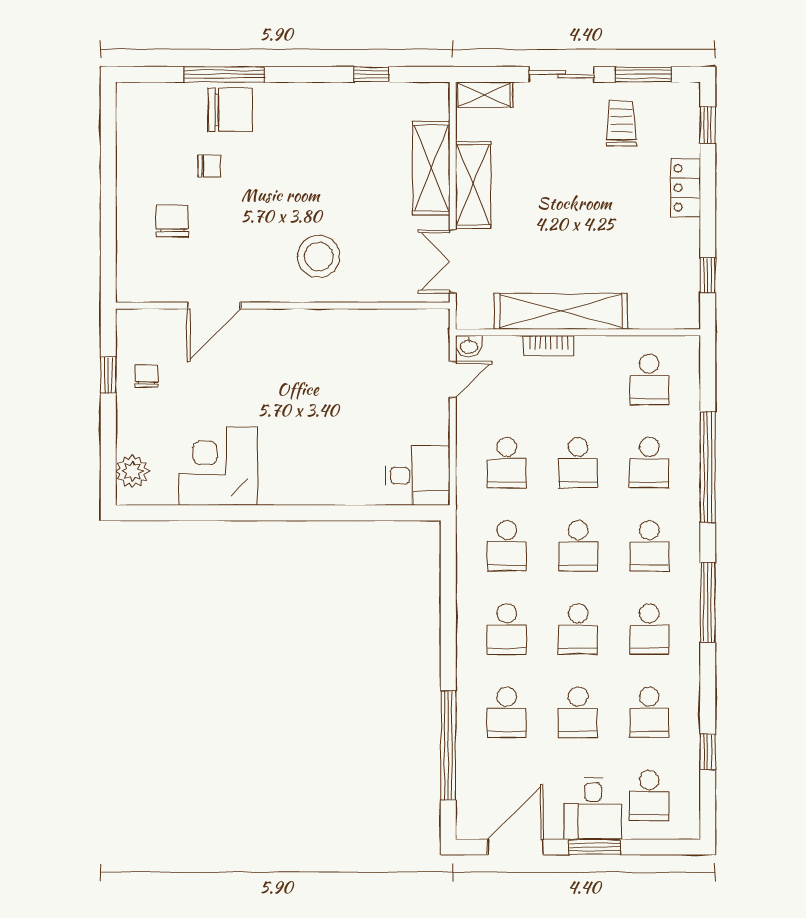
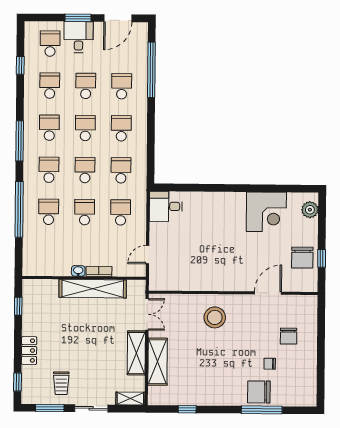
washbasin: (469, 346) -> (78, 271), moved
chair: (146, 376) -> (302, 258), width x1.87, depth x1.87
school desk: (649, 379) -> (48, 254), removed

